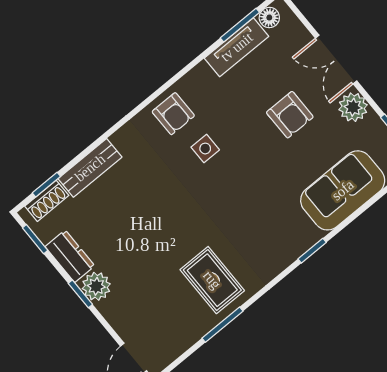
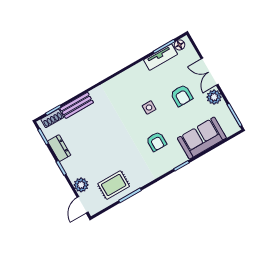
armchair: (173, 114) -> (156, 142), moved
side table: (205, 148) -> (149, 107), moved
rug: (212, 280) -> (114, 185), moved, turned 90
plant: (96, 286) -> (81, 185), moved

